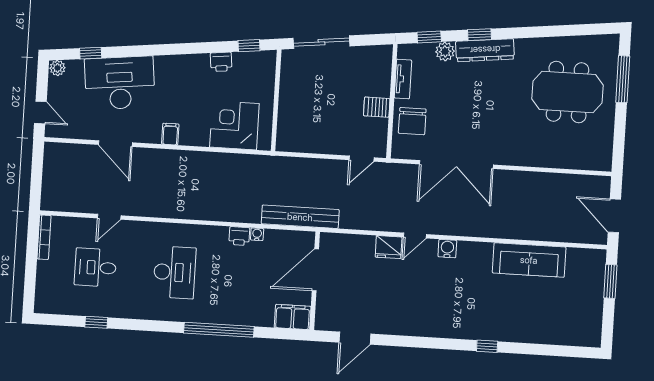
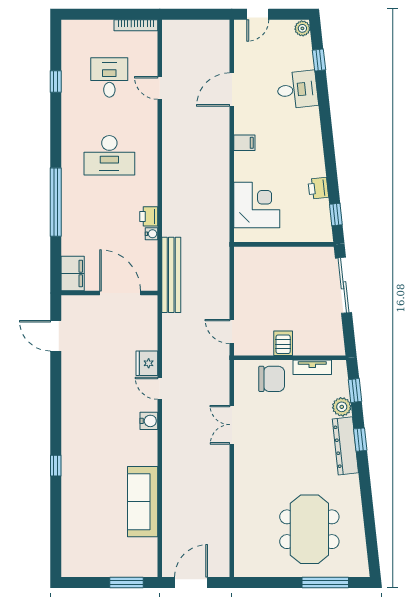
desk: (120, 83) -> (297, 90), width x0.53, depth x0.77
chair: (412, 121) -> (272, 379), turned 180
double door: (456, 165) -> (232, 425), width x0.54

